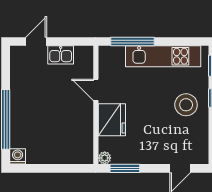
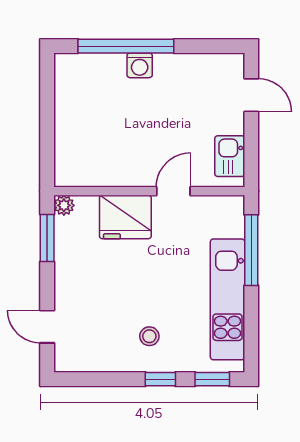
kitchen sink: (61, 55) -> (230, 156), moved
stool: (186, 105) -> (149, 336), width x0.53, depth x0.53
washing machine: (18, 156) -> (140, 65), moved, turned 90

